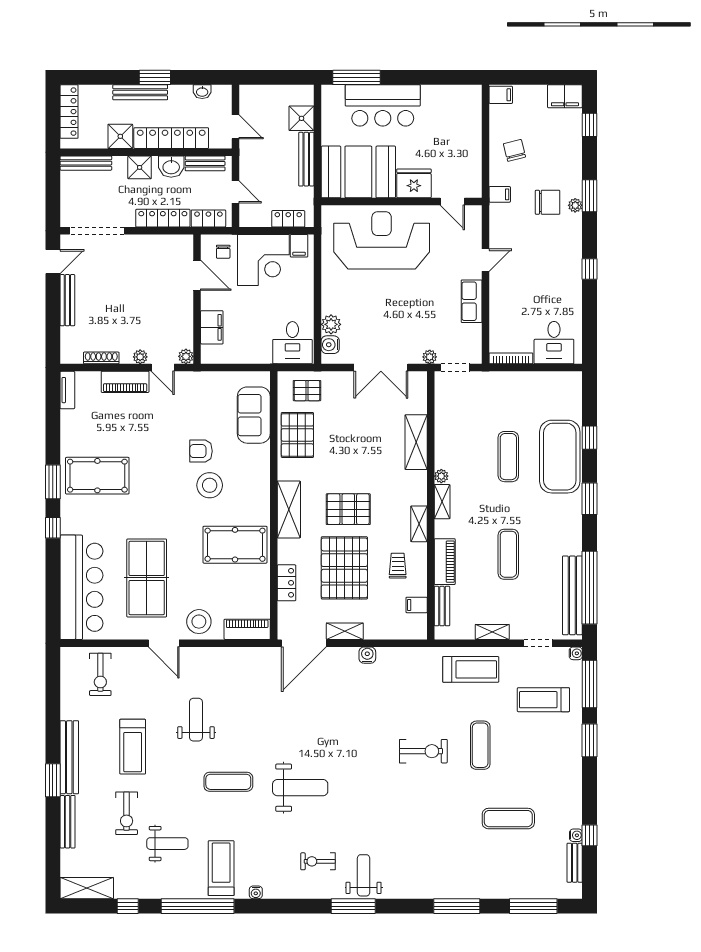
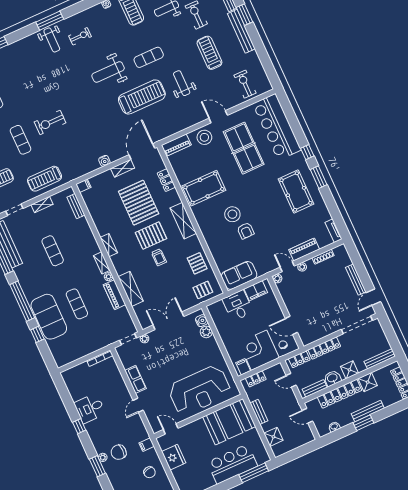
bench: (306, 159) -> (259, 412), width x0.73
fridge: (414, 183) -> (174, 457), moved, turned -90
filing cabinet: (212, 327) -> (256, 291), moved, turned -90
desk: (292, 343) -> (238, 306), moved
desk: (554, 343) -> (90, 408), moved, turned -90
sofa: (254, 415) -> (239, 275), moved, turned -90
pallet: (297, 435) -> (197, 263), width x0.67, depth x0.71
armchair: (201, 451) -> (246, 231), turned 90
pool table: (97, 476) -> (296, 192), turned 90
window: (590, 499) -> (22, 301), width x2.11
piano: (445, 562) -> (114, 295), moved
trolley: (398, 566) -> (159, 257), moved
filing cabinet: (417, 605) -> (83, 186), moved
weight bench: (196, 720) -> (182, 83), turned 180
treadmill: (266, 726) -> (142, 97), added

